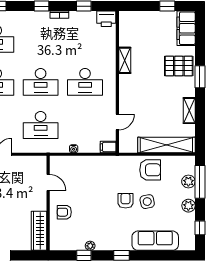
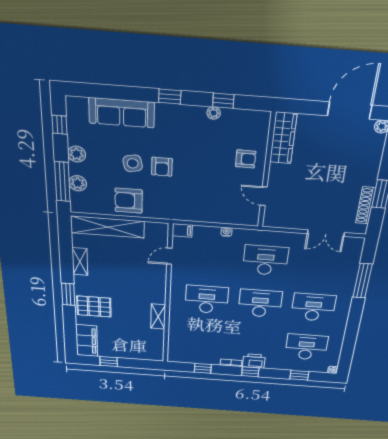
printer: (106, 19) -> (254, 361), moved

